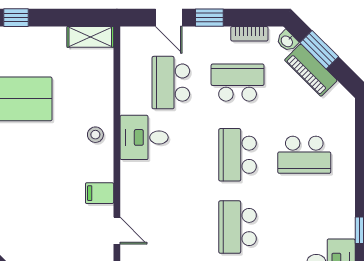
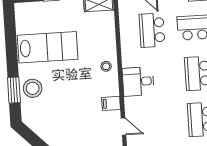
desk: (144, 137) -> (138, 81), moved

